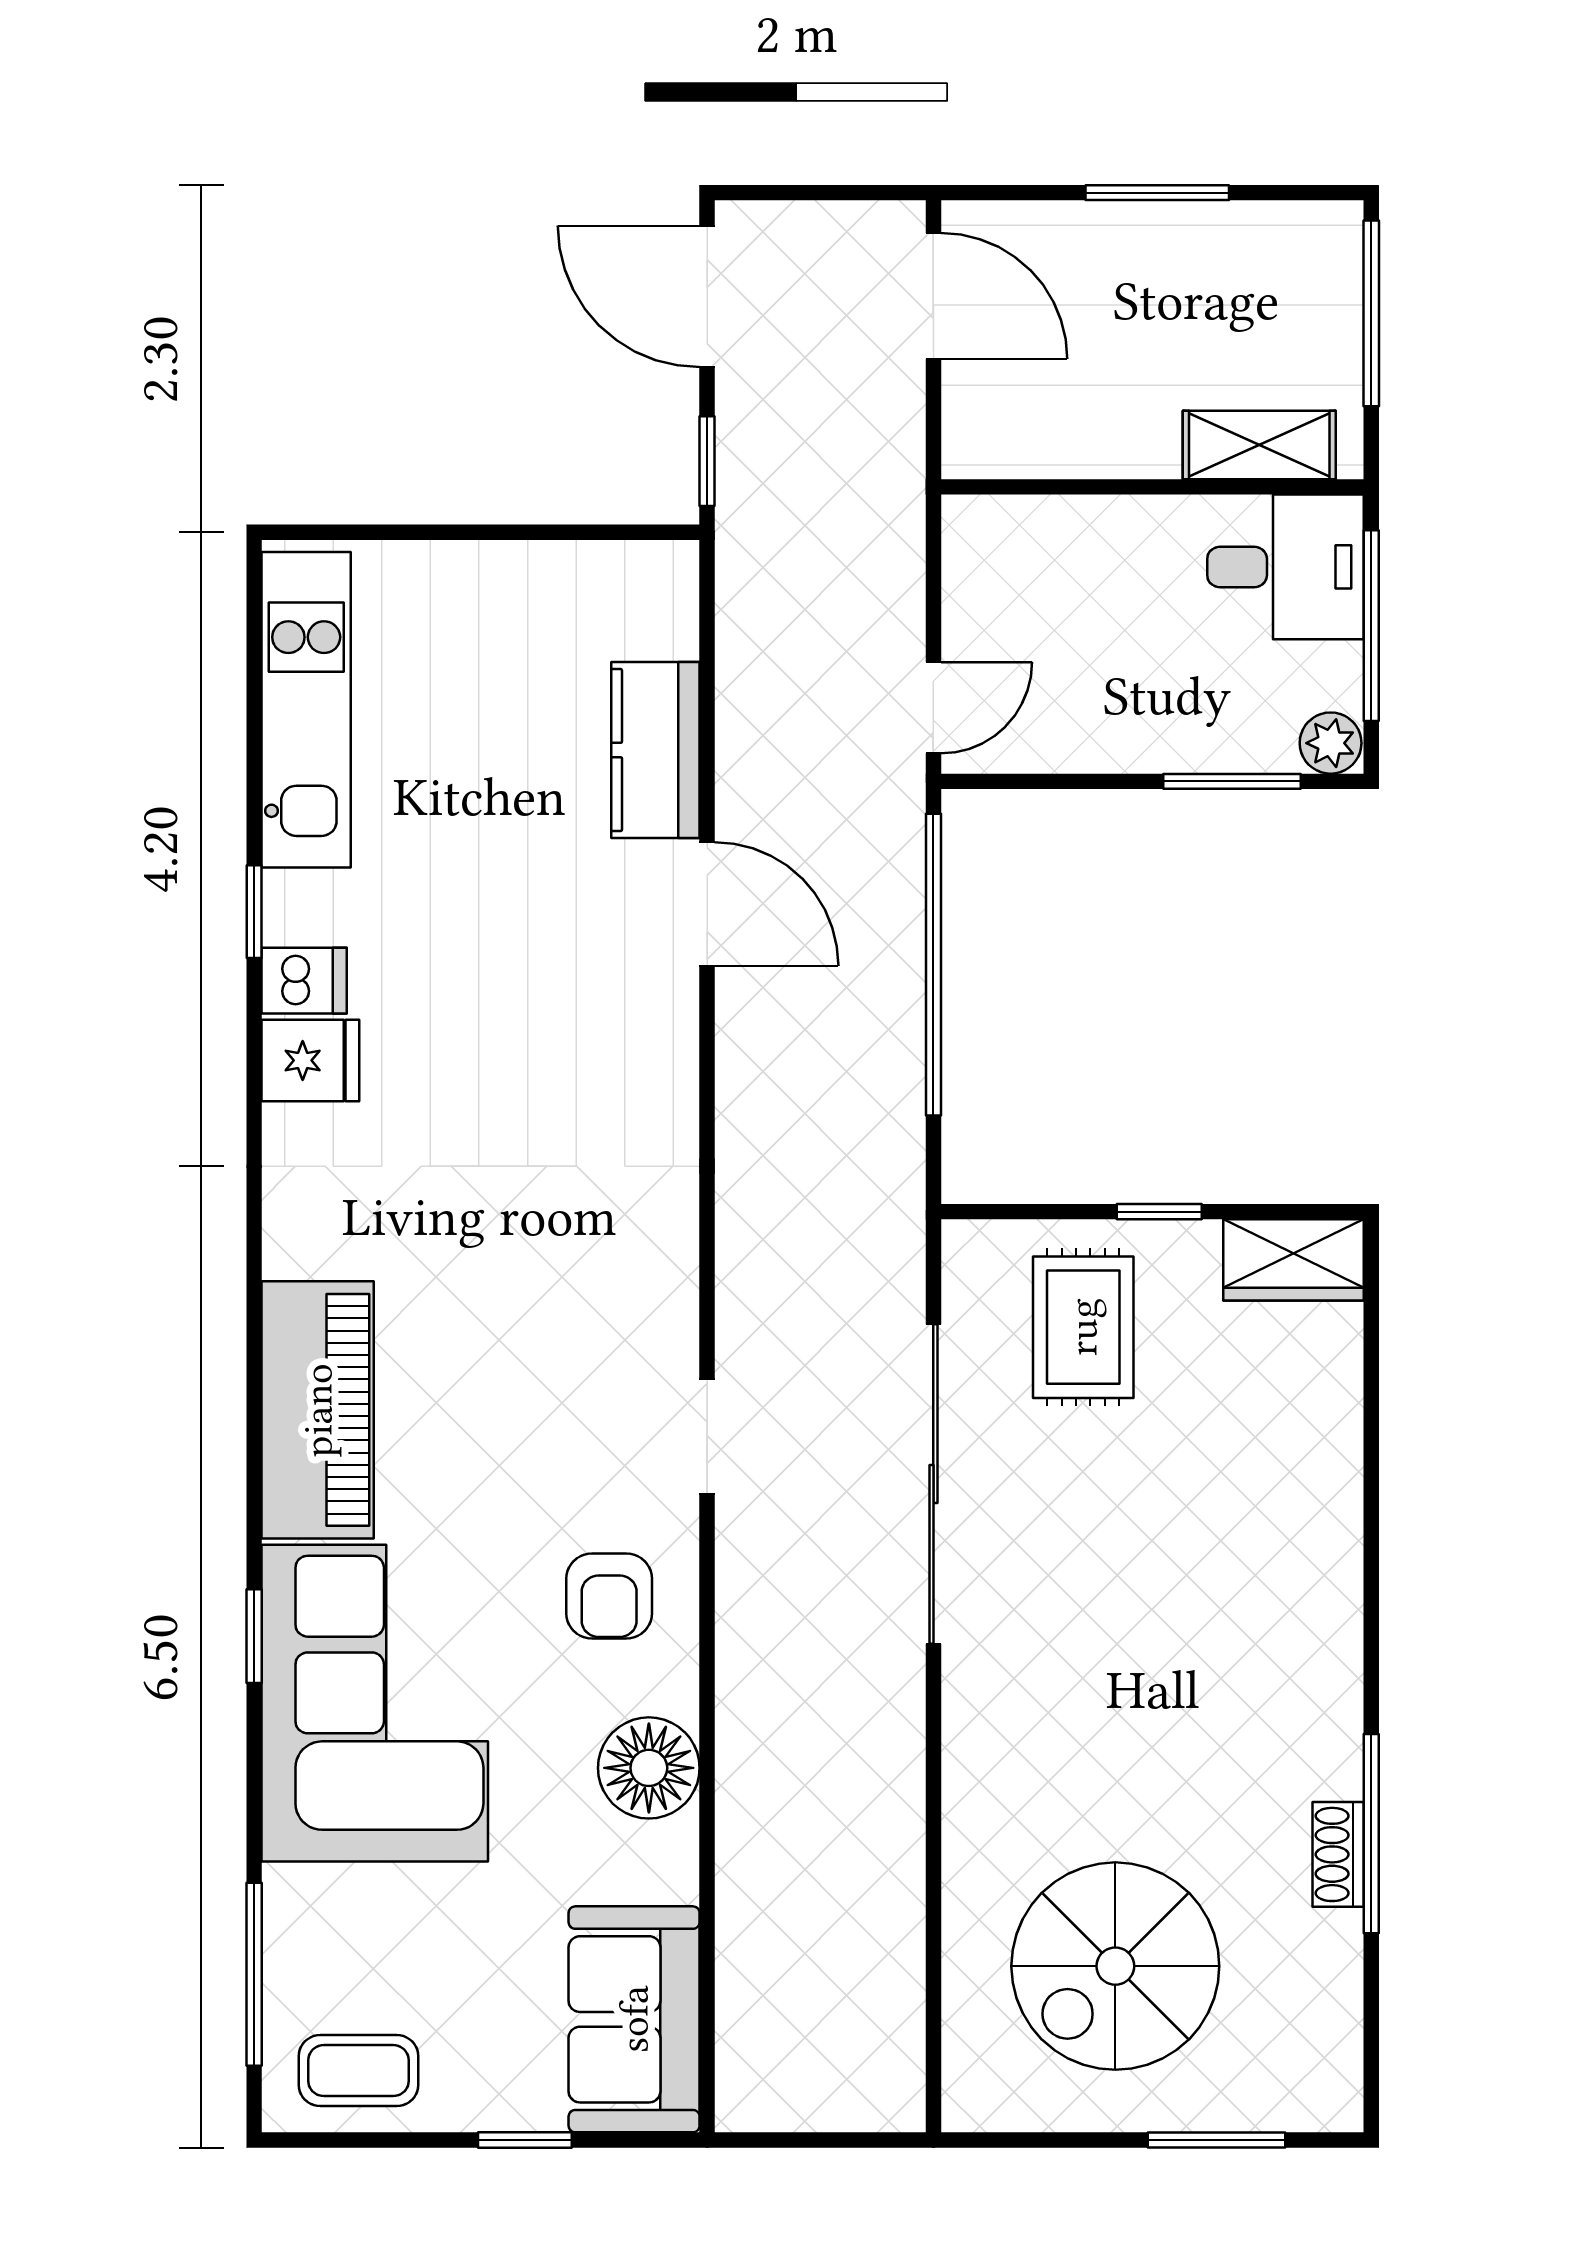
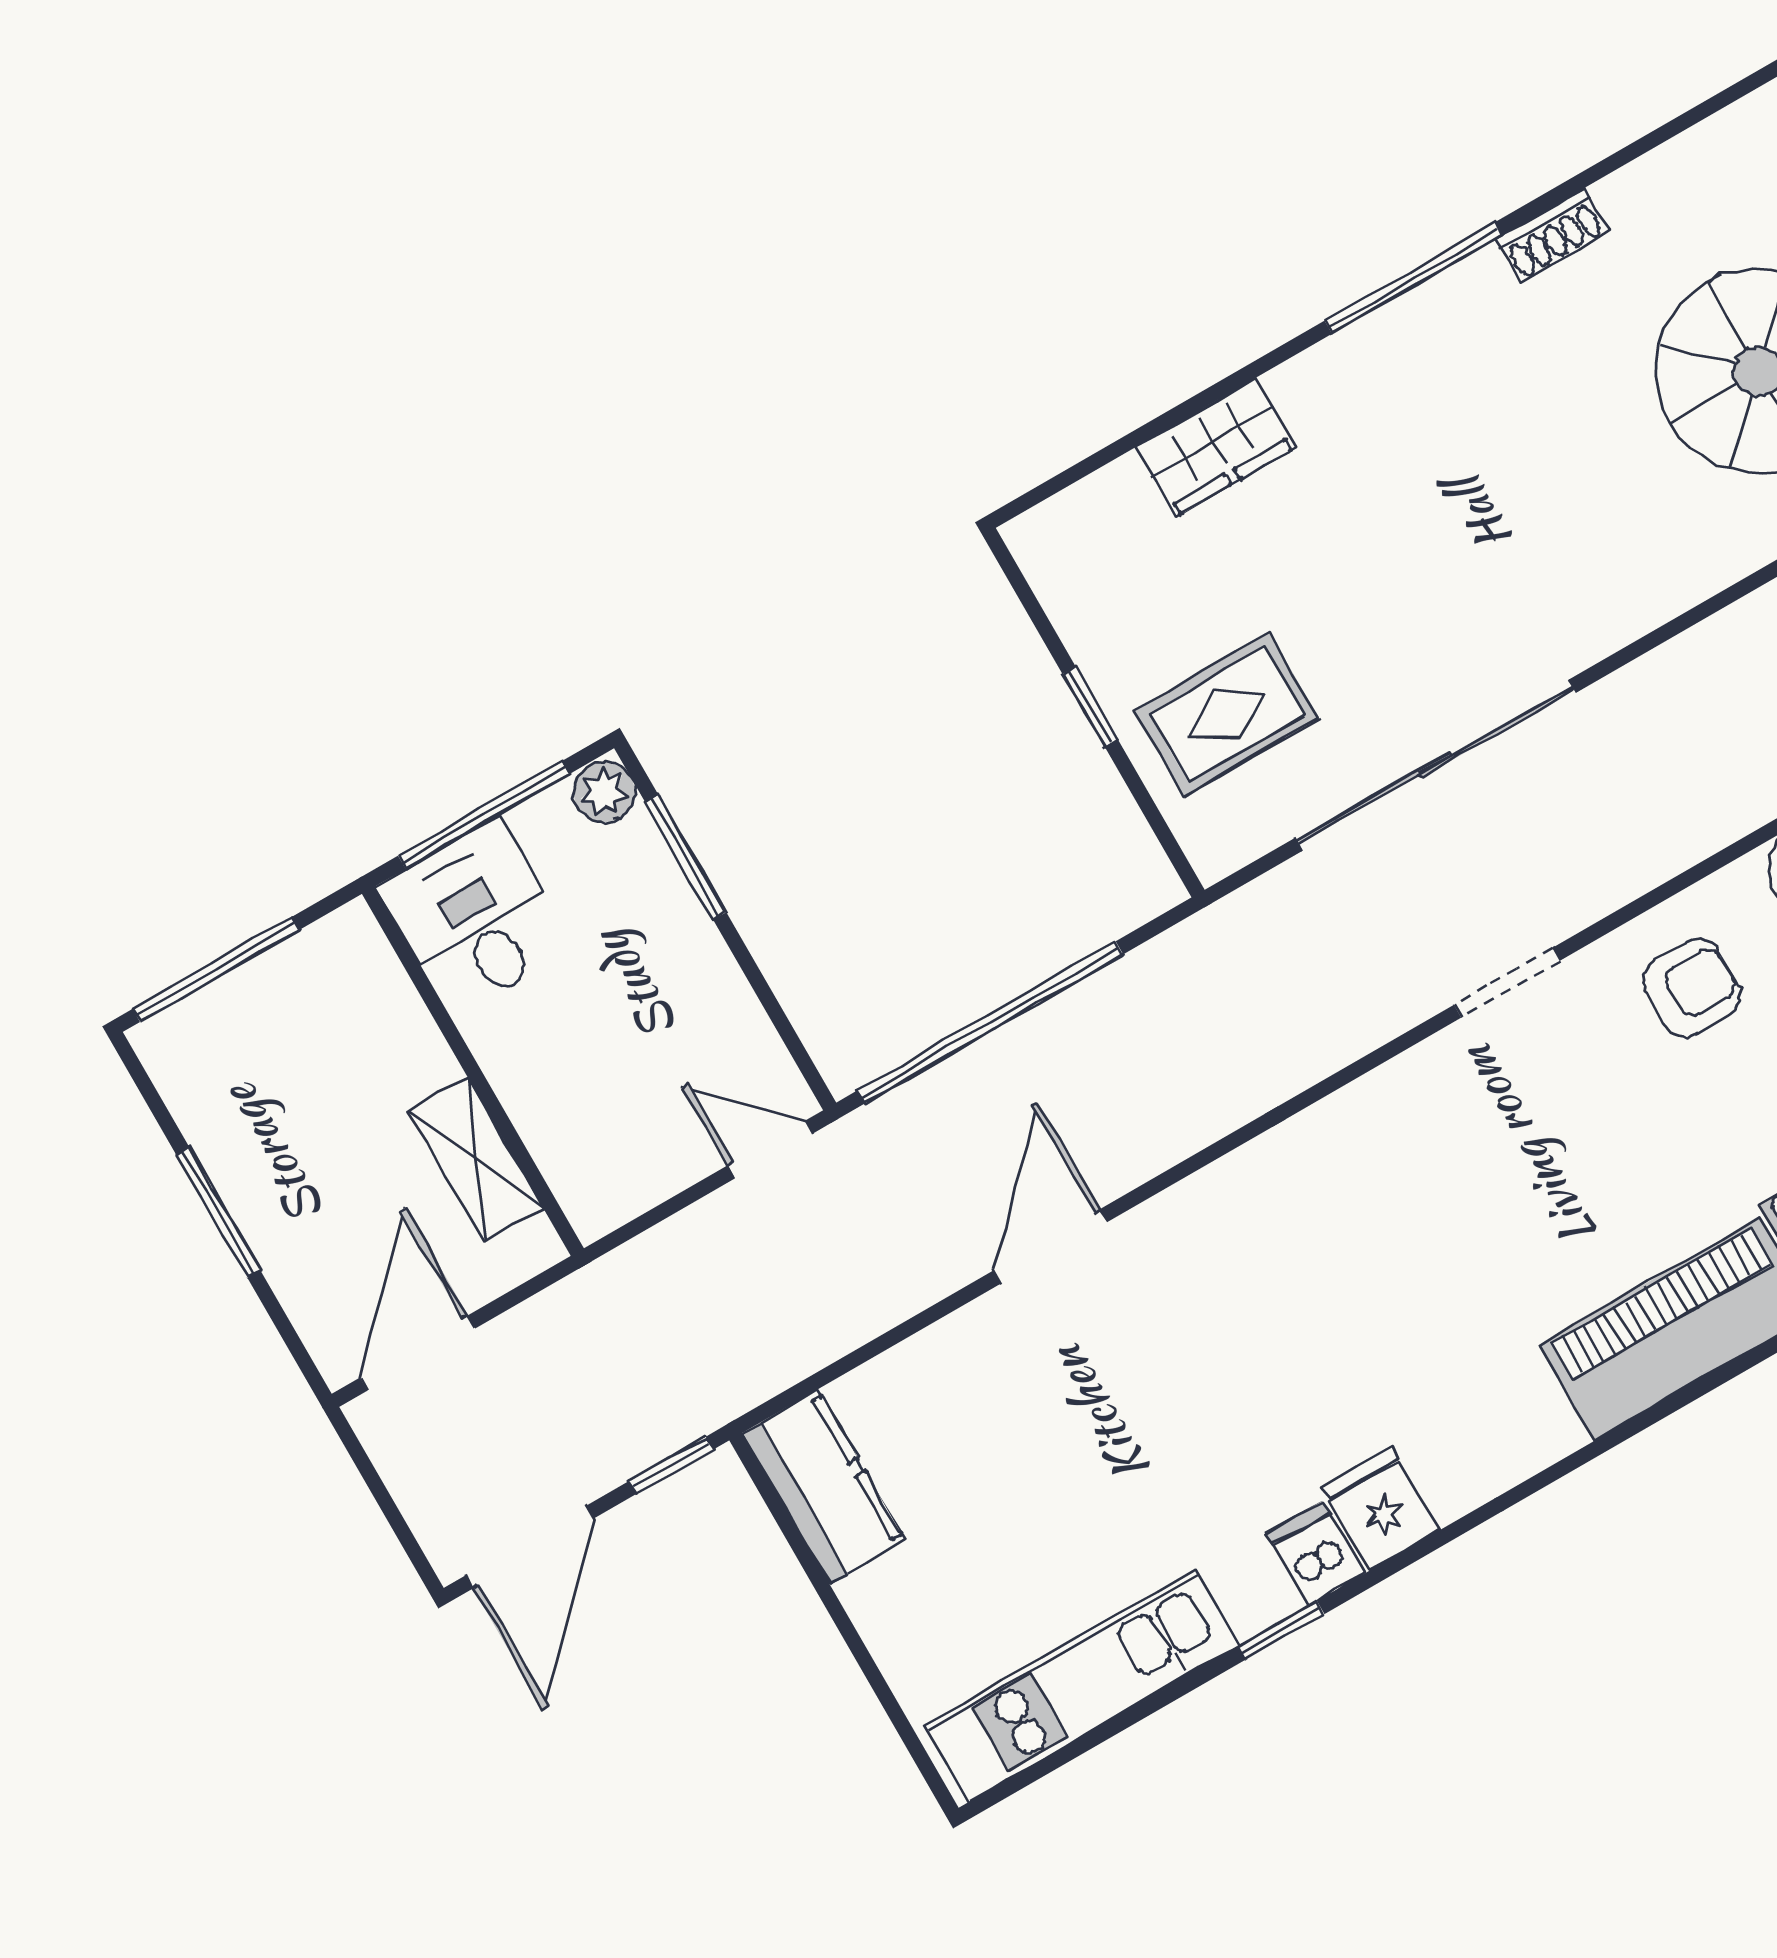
shelving: (1259, 445) -> (476, 1159), moved
kitchen counter: (655, 750) -> (824, 1487), moved, turned -90
wardrobe: (1294, 1260) -> (1216, 447), moved, turned 90
window: (1371, 1834) -> (1414, 278), moved

